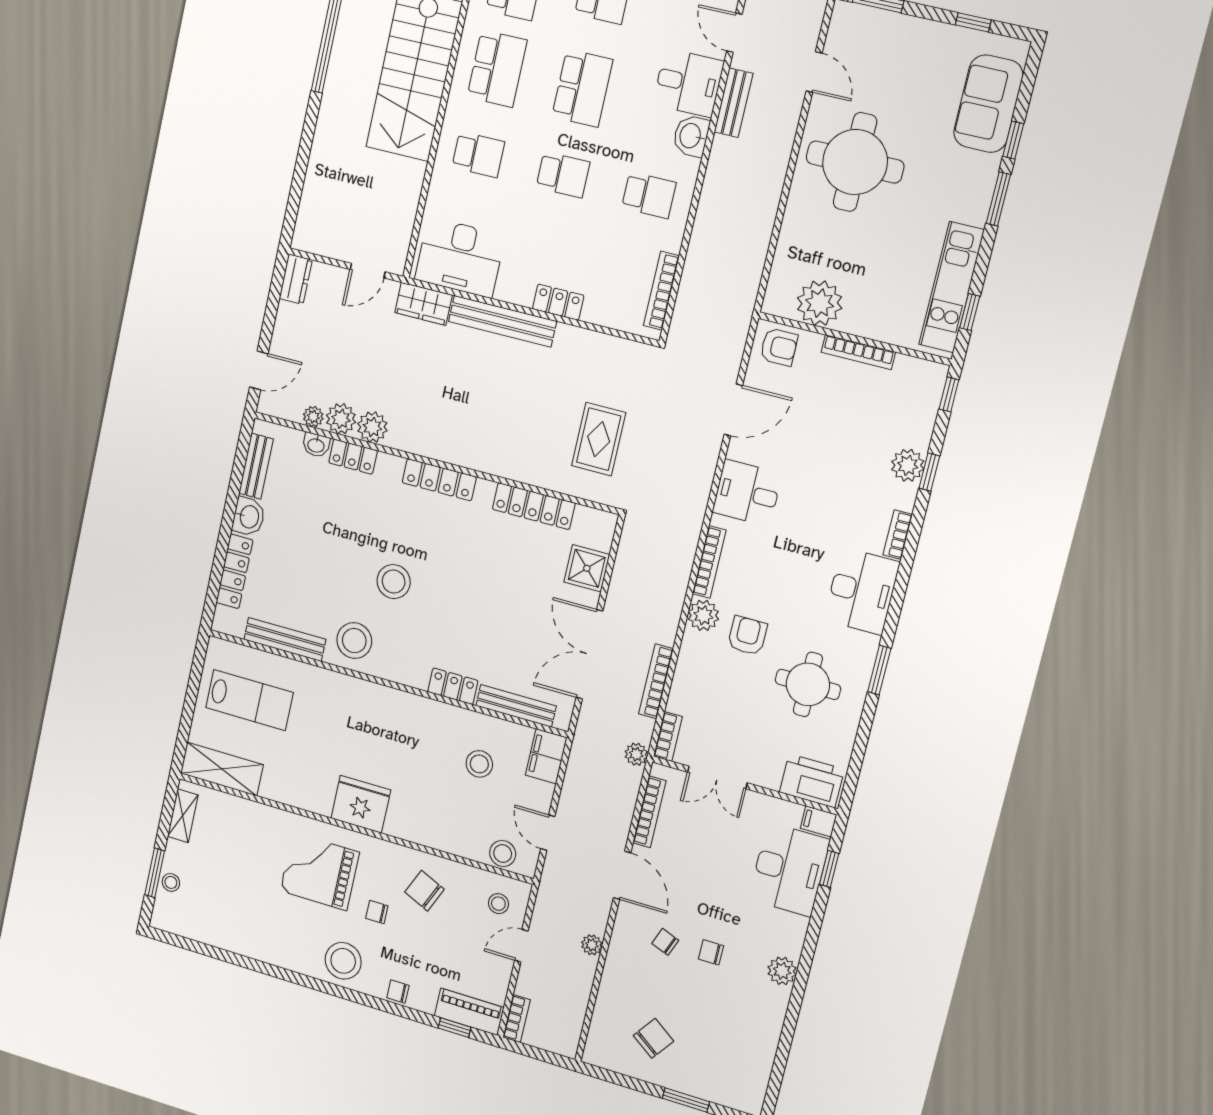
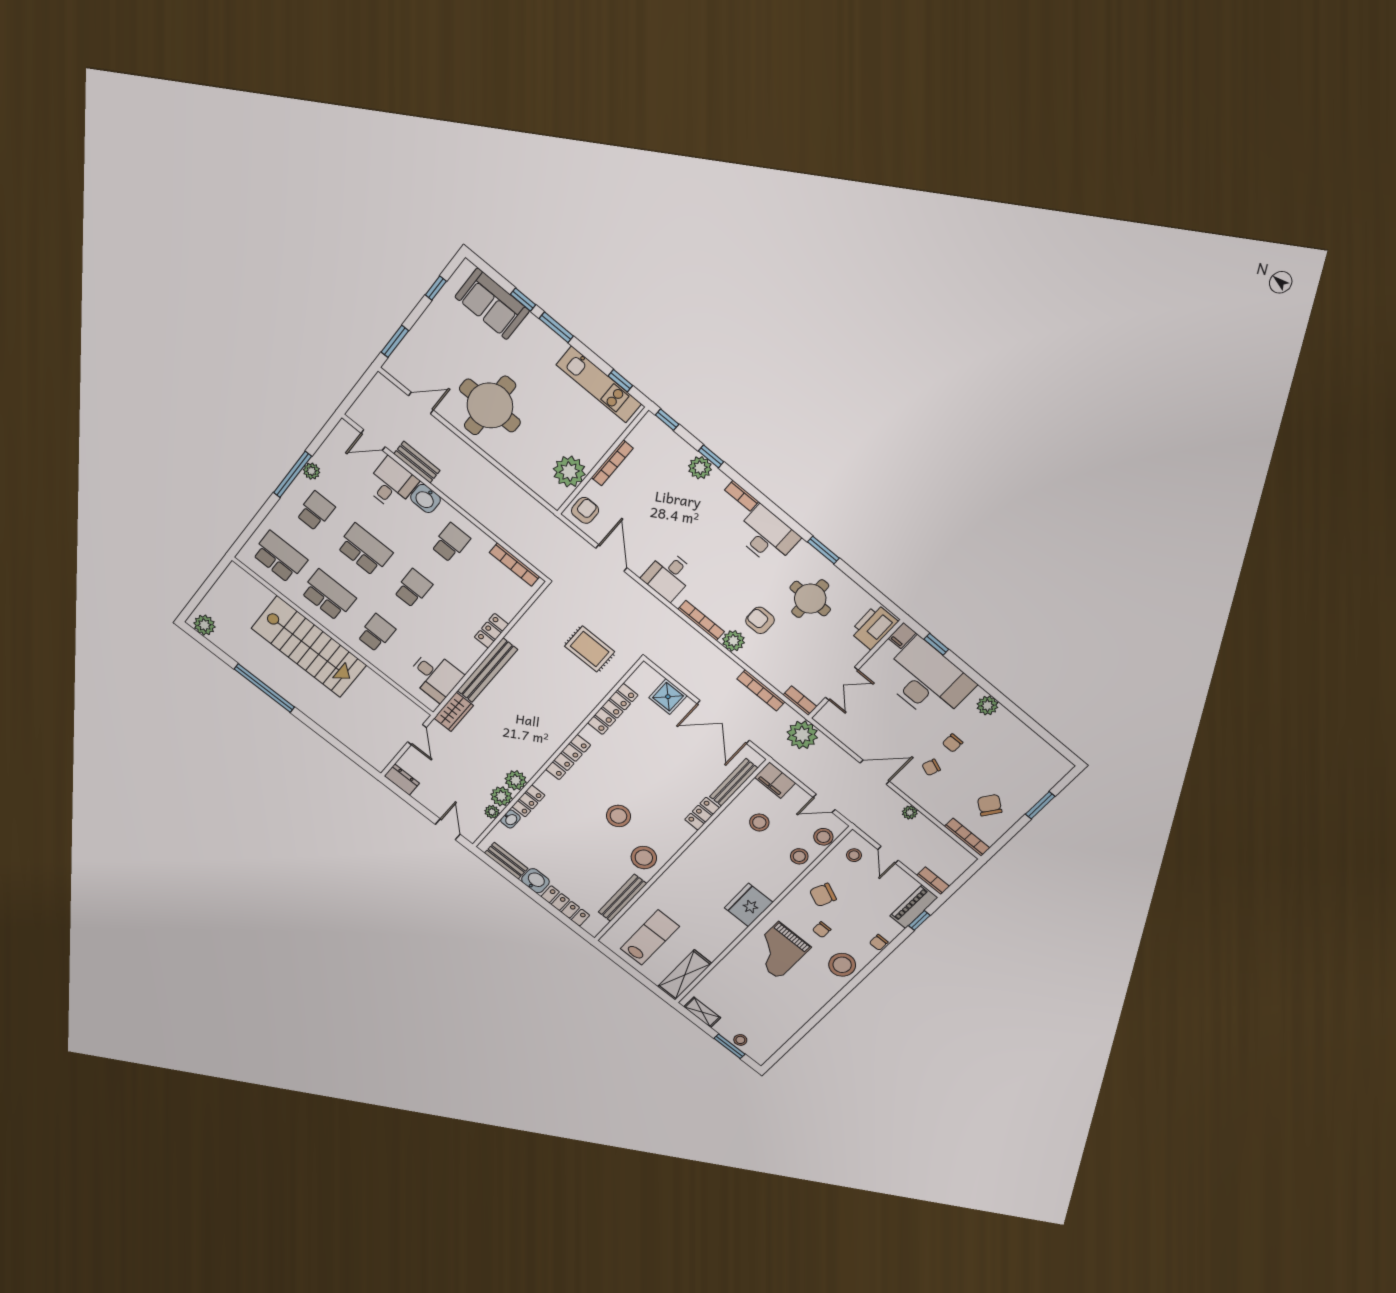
desk: (460, 257) -> (435, 676), width x0.73
plant: (636, 754) -> (802, 735), width x1.88, depth x1.88
bookcase: (649, 812) -> (967, 837), moved
stool: (460, 836) -> (799, 856), added
desk: (789, 869) -> (927, 680), width x1.36, depth x1.30

